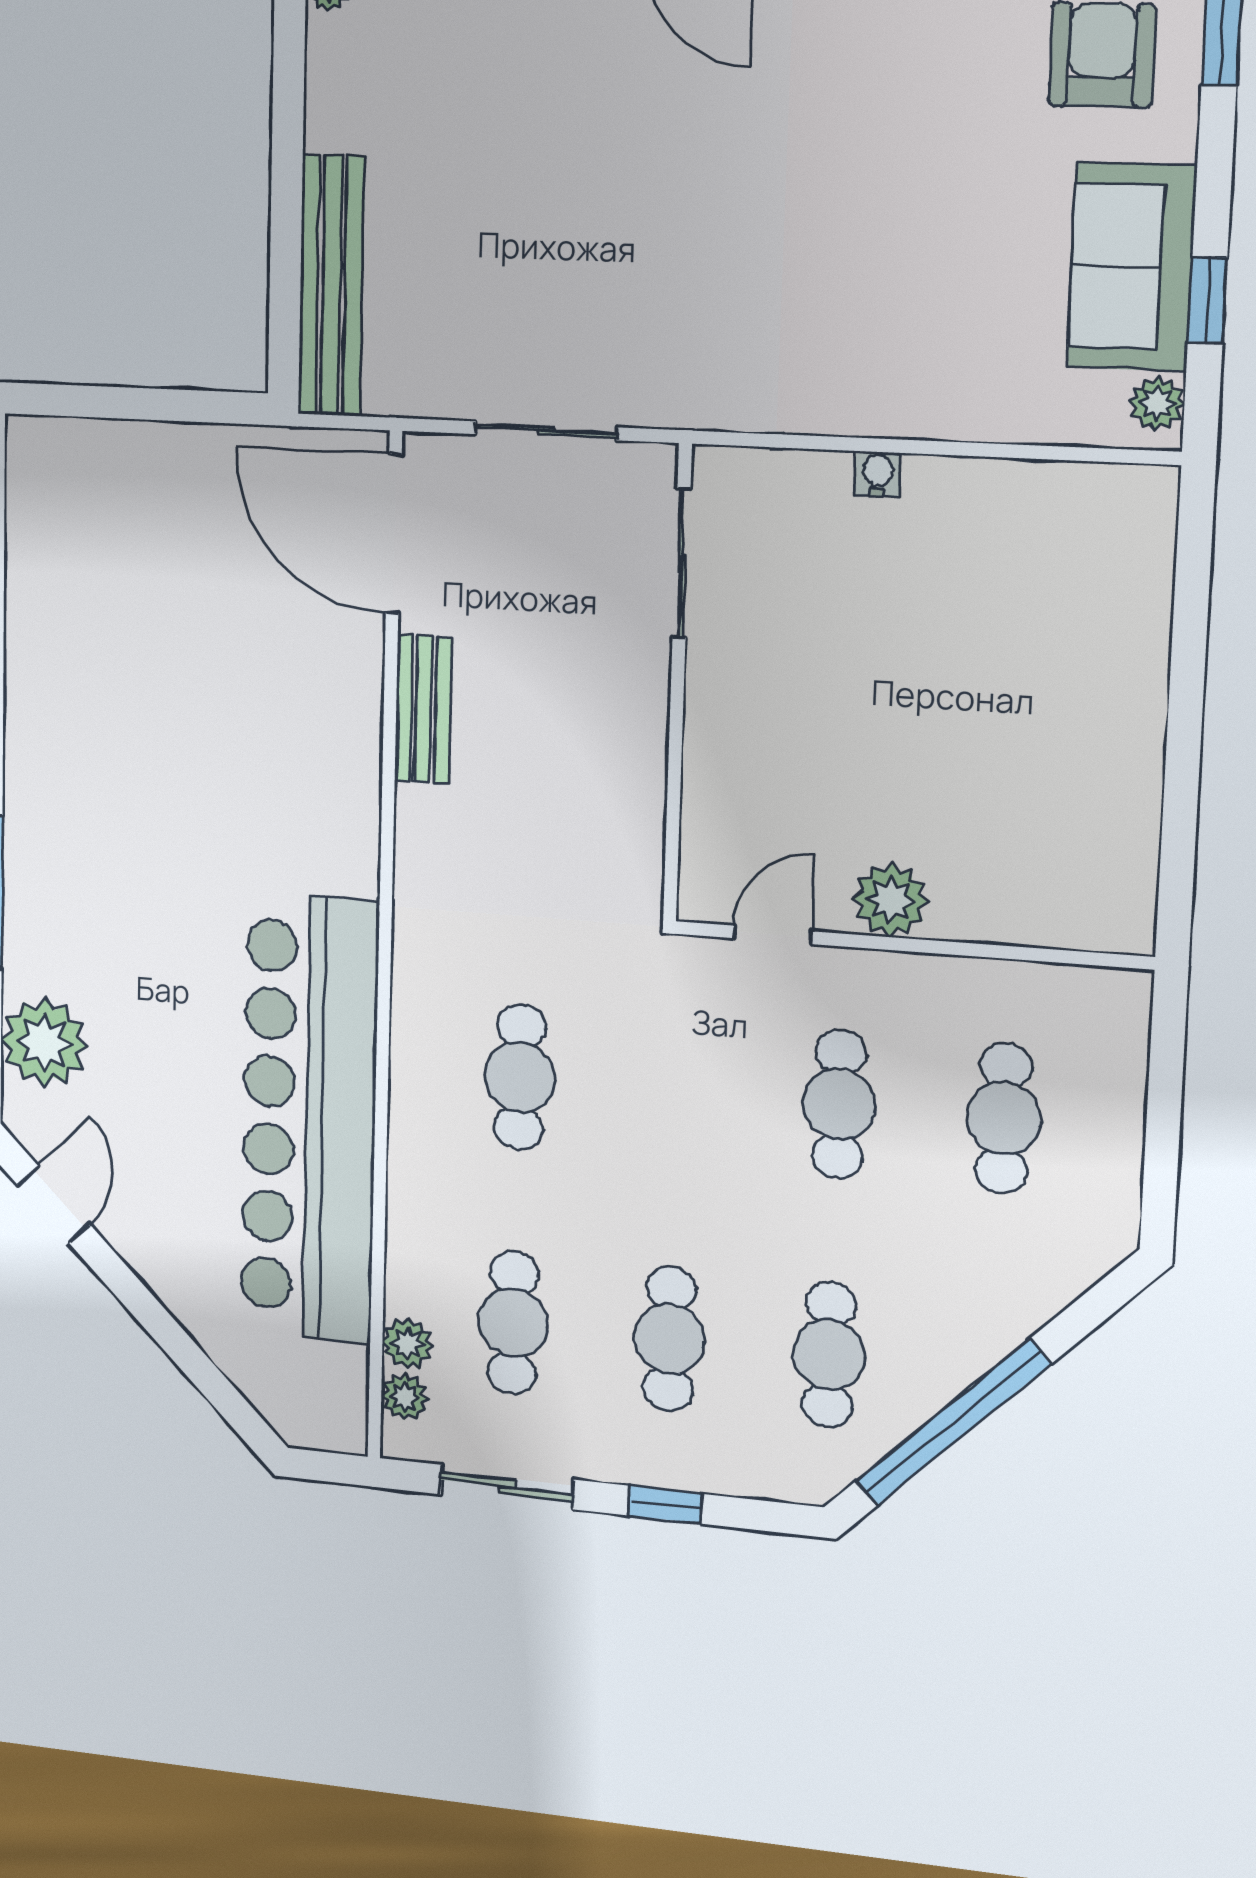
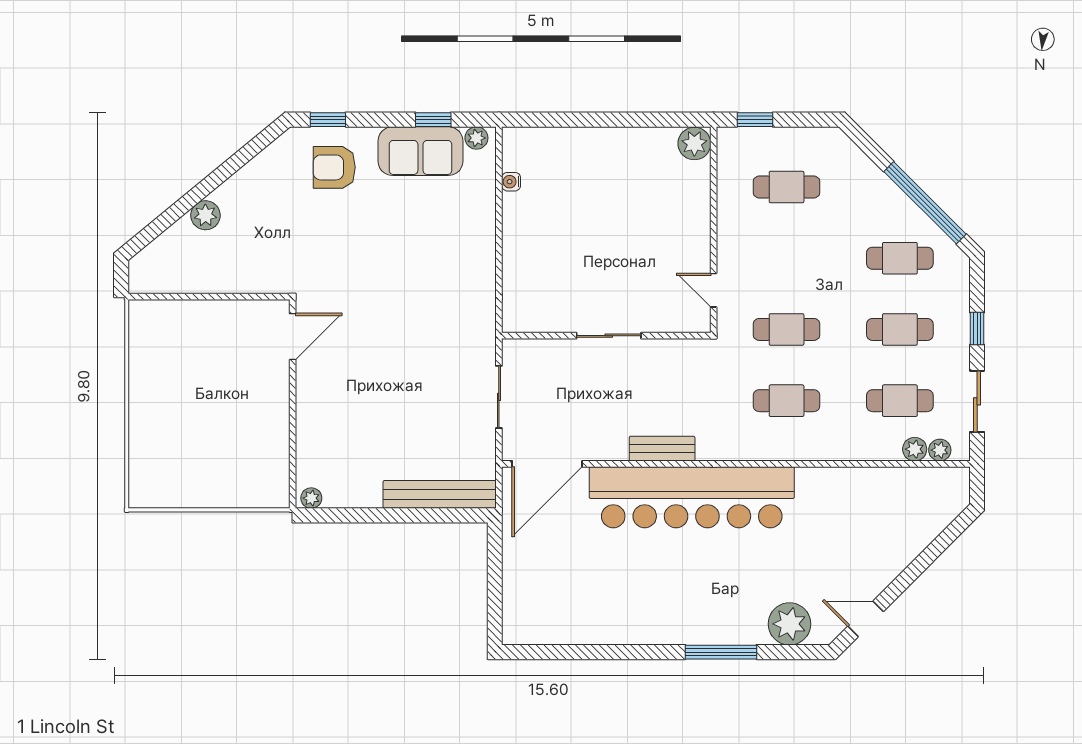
water cooler: (878, 474) -> (511, 182), moved
sliding door: (681, 563) -> (609, 336), moved
bench: (424, 709) -> (662, 449), moved
plant: (891, 900) -> (694, 144), moved
window: (1167, 1060) -> (755, 120), added
cafe table: (839, 1104) -> (787, 329), moved
bar counter: (309, 1119) -> (692, 497), moved

